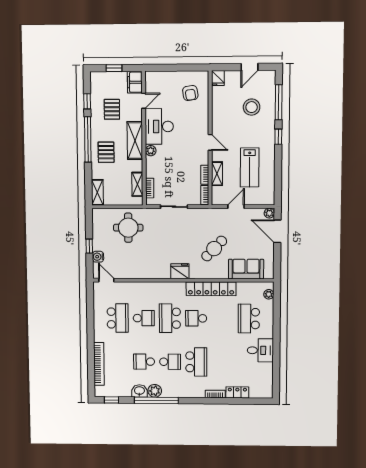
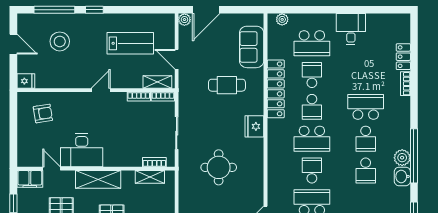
plant: (151, 151) -> (110, 161), removed
shelving: (217, 174) -> (157, 82), moved
round table: (128, 228) -> (219, 167), moved
cafe table: (214, 249) -> (227, 85), turned -44
school desk: (222, 318) -> (312, 75), added
school desk: (170, 362) -> (366, 139), turned 180

